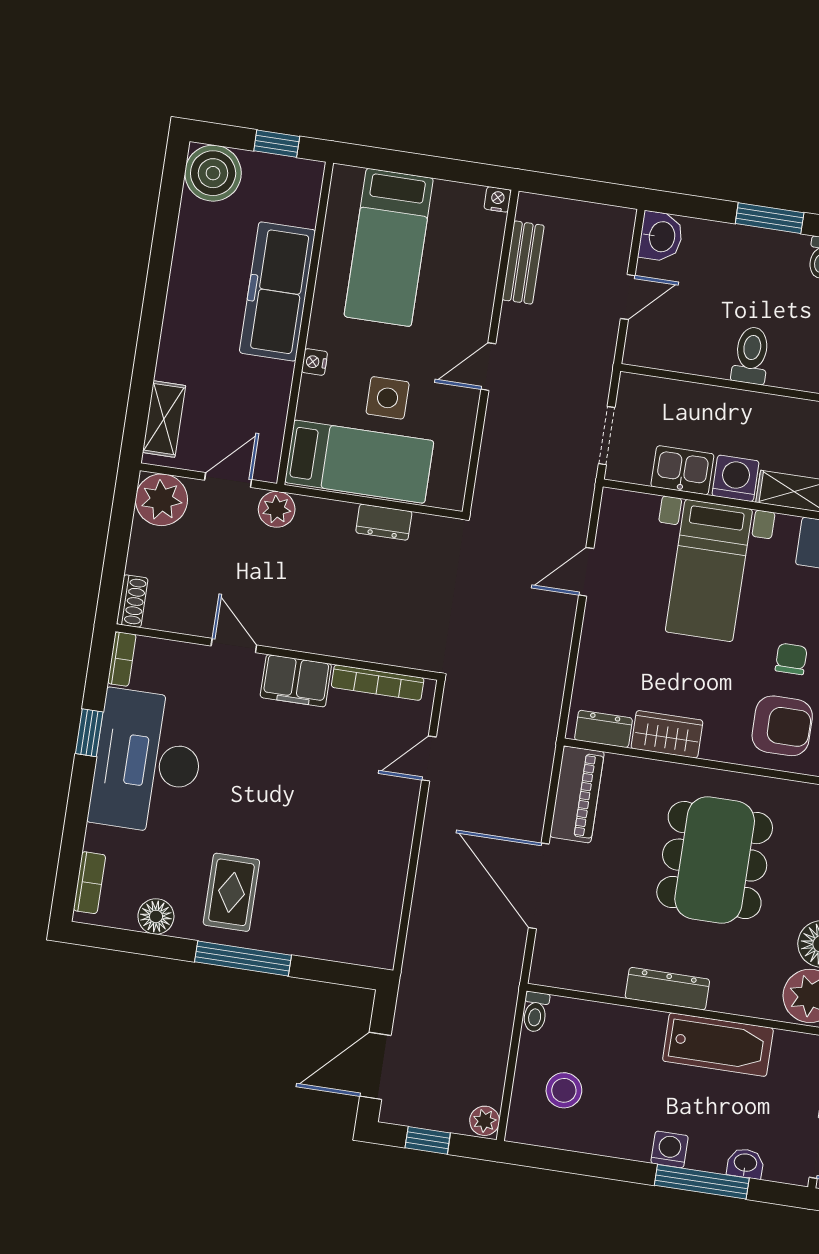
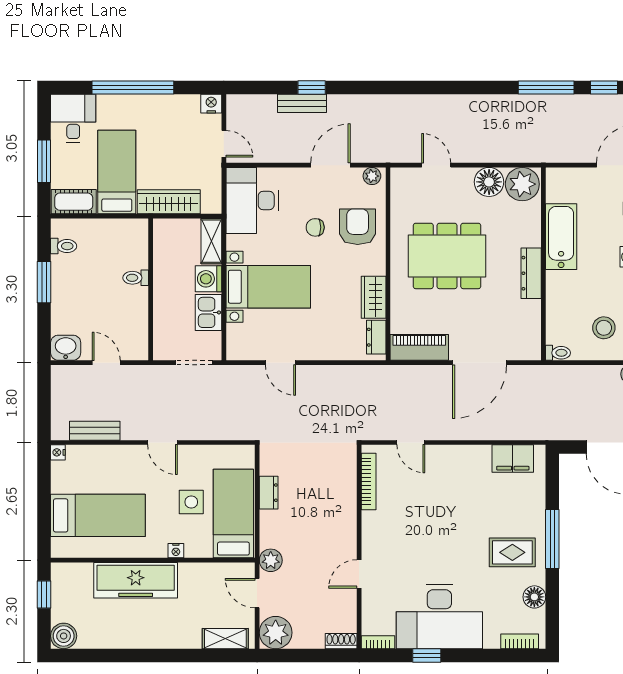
boiler: (213, 173) -> (64, 636), width x0.73, depth x0.73
toilet: (751, 355) -> (136, 278), width x0.73, depth x0.72
filing cabinet: (296, 681) -> (513, 458), moved, turned 90

